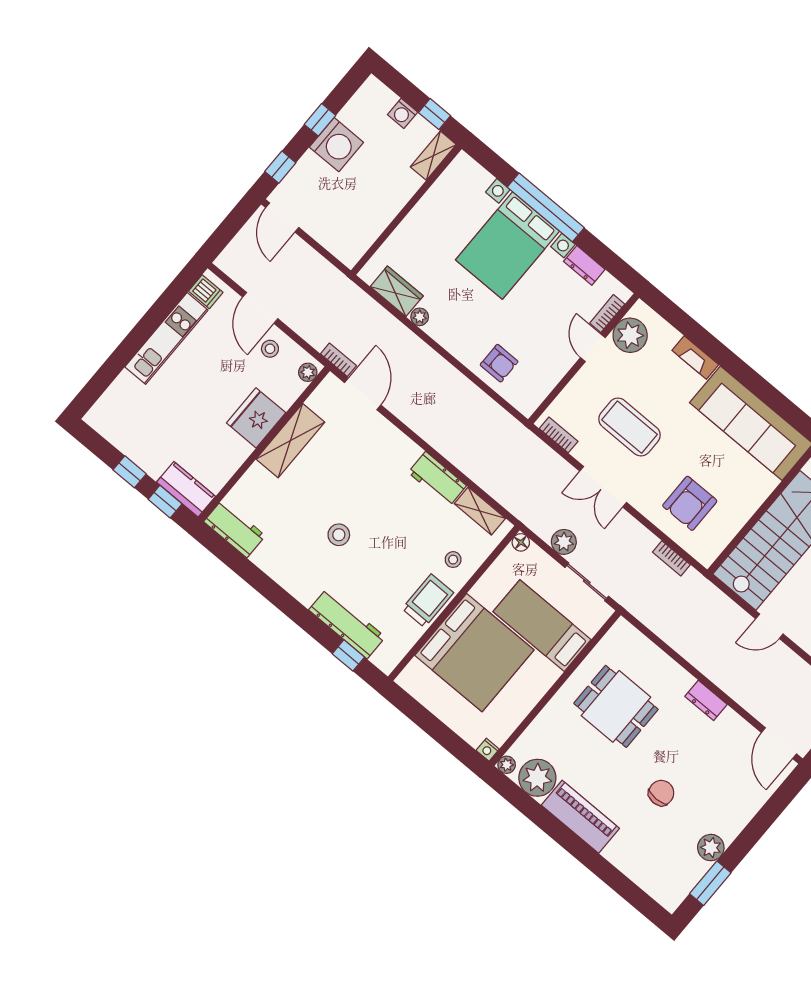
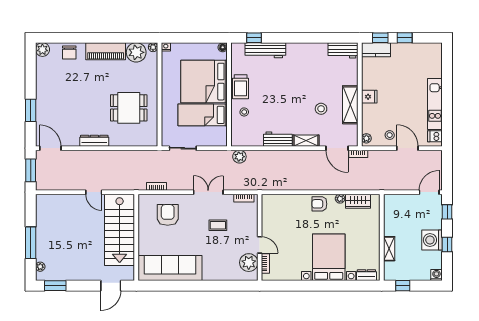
washing machine: (403, 113) -> (436, 275), moved
shelving: (433, 156) -> (389, 249), moved
window: (546, 207) -> (326, 286), removed
door: (282, 218) -> (429, 192), hinge flipped
dresser: (584, 265) -> (366, 275), moved
fireplace: (695, 358) -> (215, 276), removed
armchair: (499, 363) -> (319, 204), moved
fridge: (256, 418) -> (369, 97), width x0.53, depth x0.75
coffee table: (629, 427) -> (218, 225), width x0.54, depth x0.58
shelving: (480, 511) -> (306, 141), moved
stool: (339, 535) -> (321, 109), moved
floor lamp: (521, 542) -> (223, 47), moved
plant: (564, 542) -> (239, 157), moved
bed: (542, 626) -> (203, 115), moved, turned 180
door: (769, 626) -> (94, 192), swing flipped
dresser: (706, 700) -> (94, 141), width x1.44
chair: (661, 793) -> (69, 53), moved
plant: (711, 848) -> (42, 50), moved
window: (710, 883) -> (31, 110), moved

